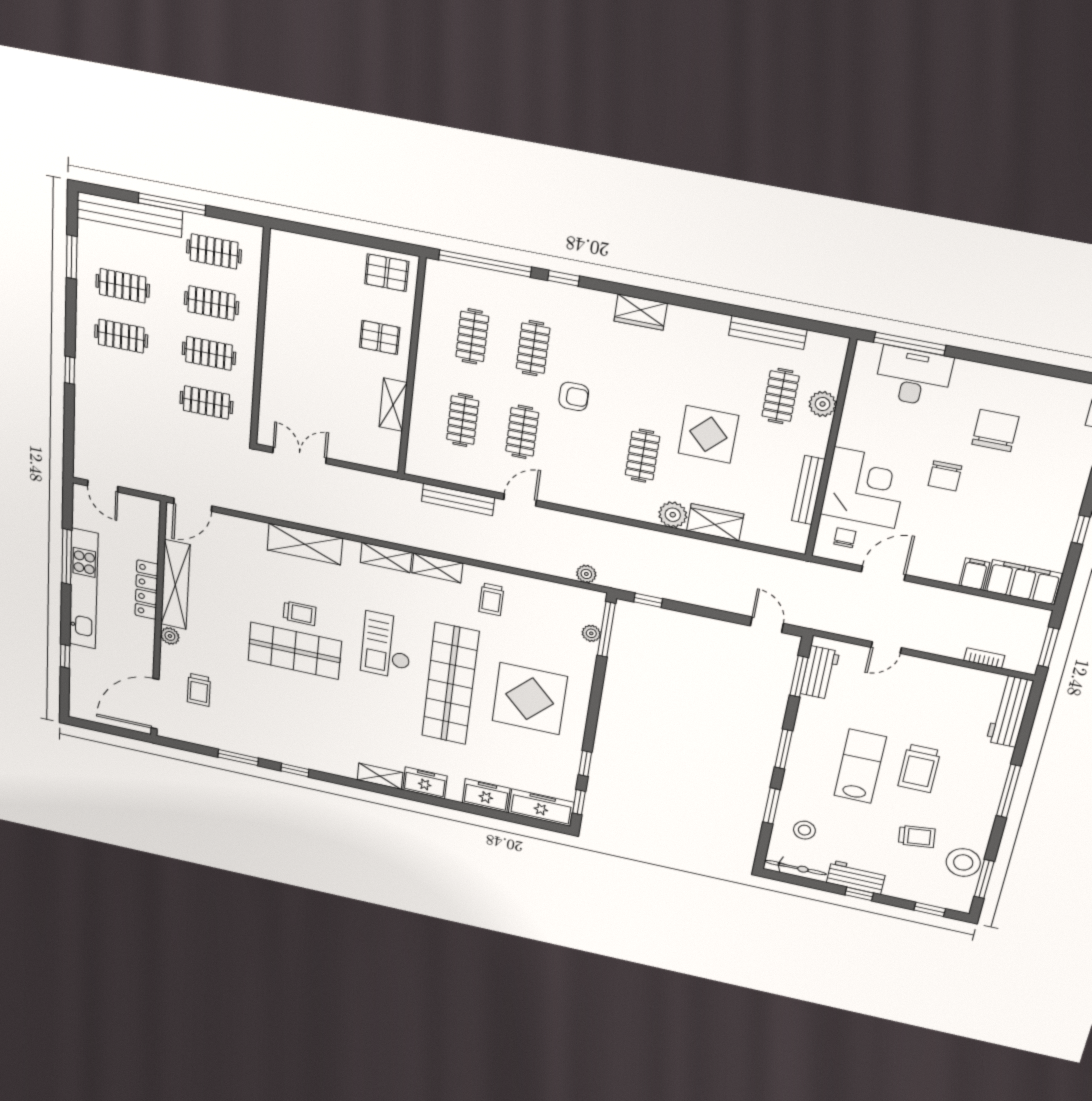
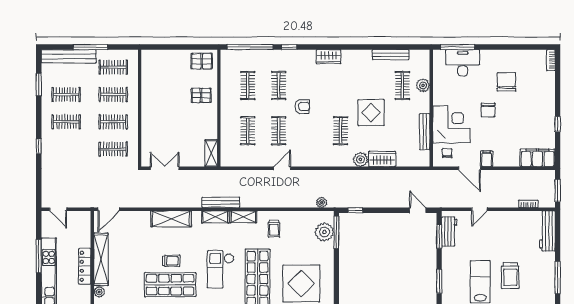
shelving: (393, 405) -> (211, 153), moved
bench: (458, 500) -> (221, 202), moved
door: (883, 573) -> (470, 168), swing flipped
filing cabinet: (974, 574) -> (487, 159), moved
plant: (591, 633) -> (324, 232), width x1.88, depth x1.88

